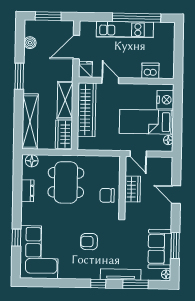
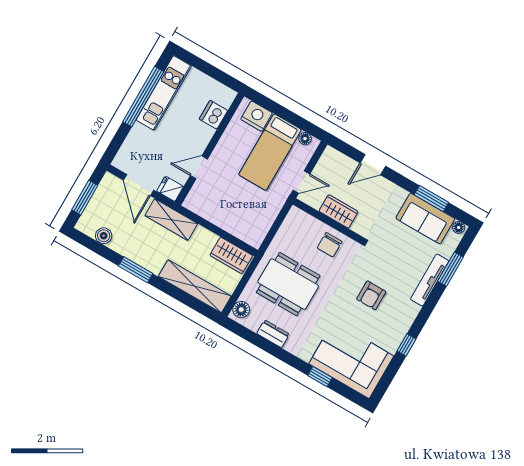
kitchen unit: (125, 30) -> (164, 93), moved
shelving: (65, 100) -> (171, 220), moved
wardrobe: (87, 110) -> (217, 213), removed
window: (98, 284) -> (406, 345), moved

